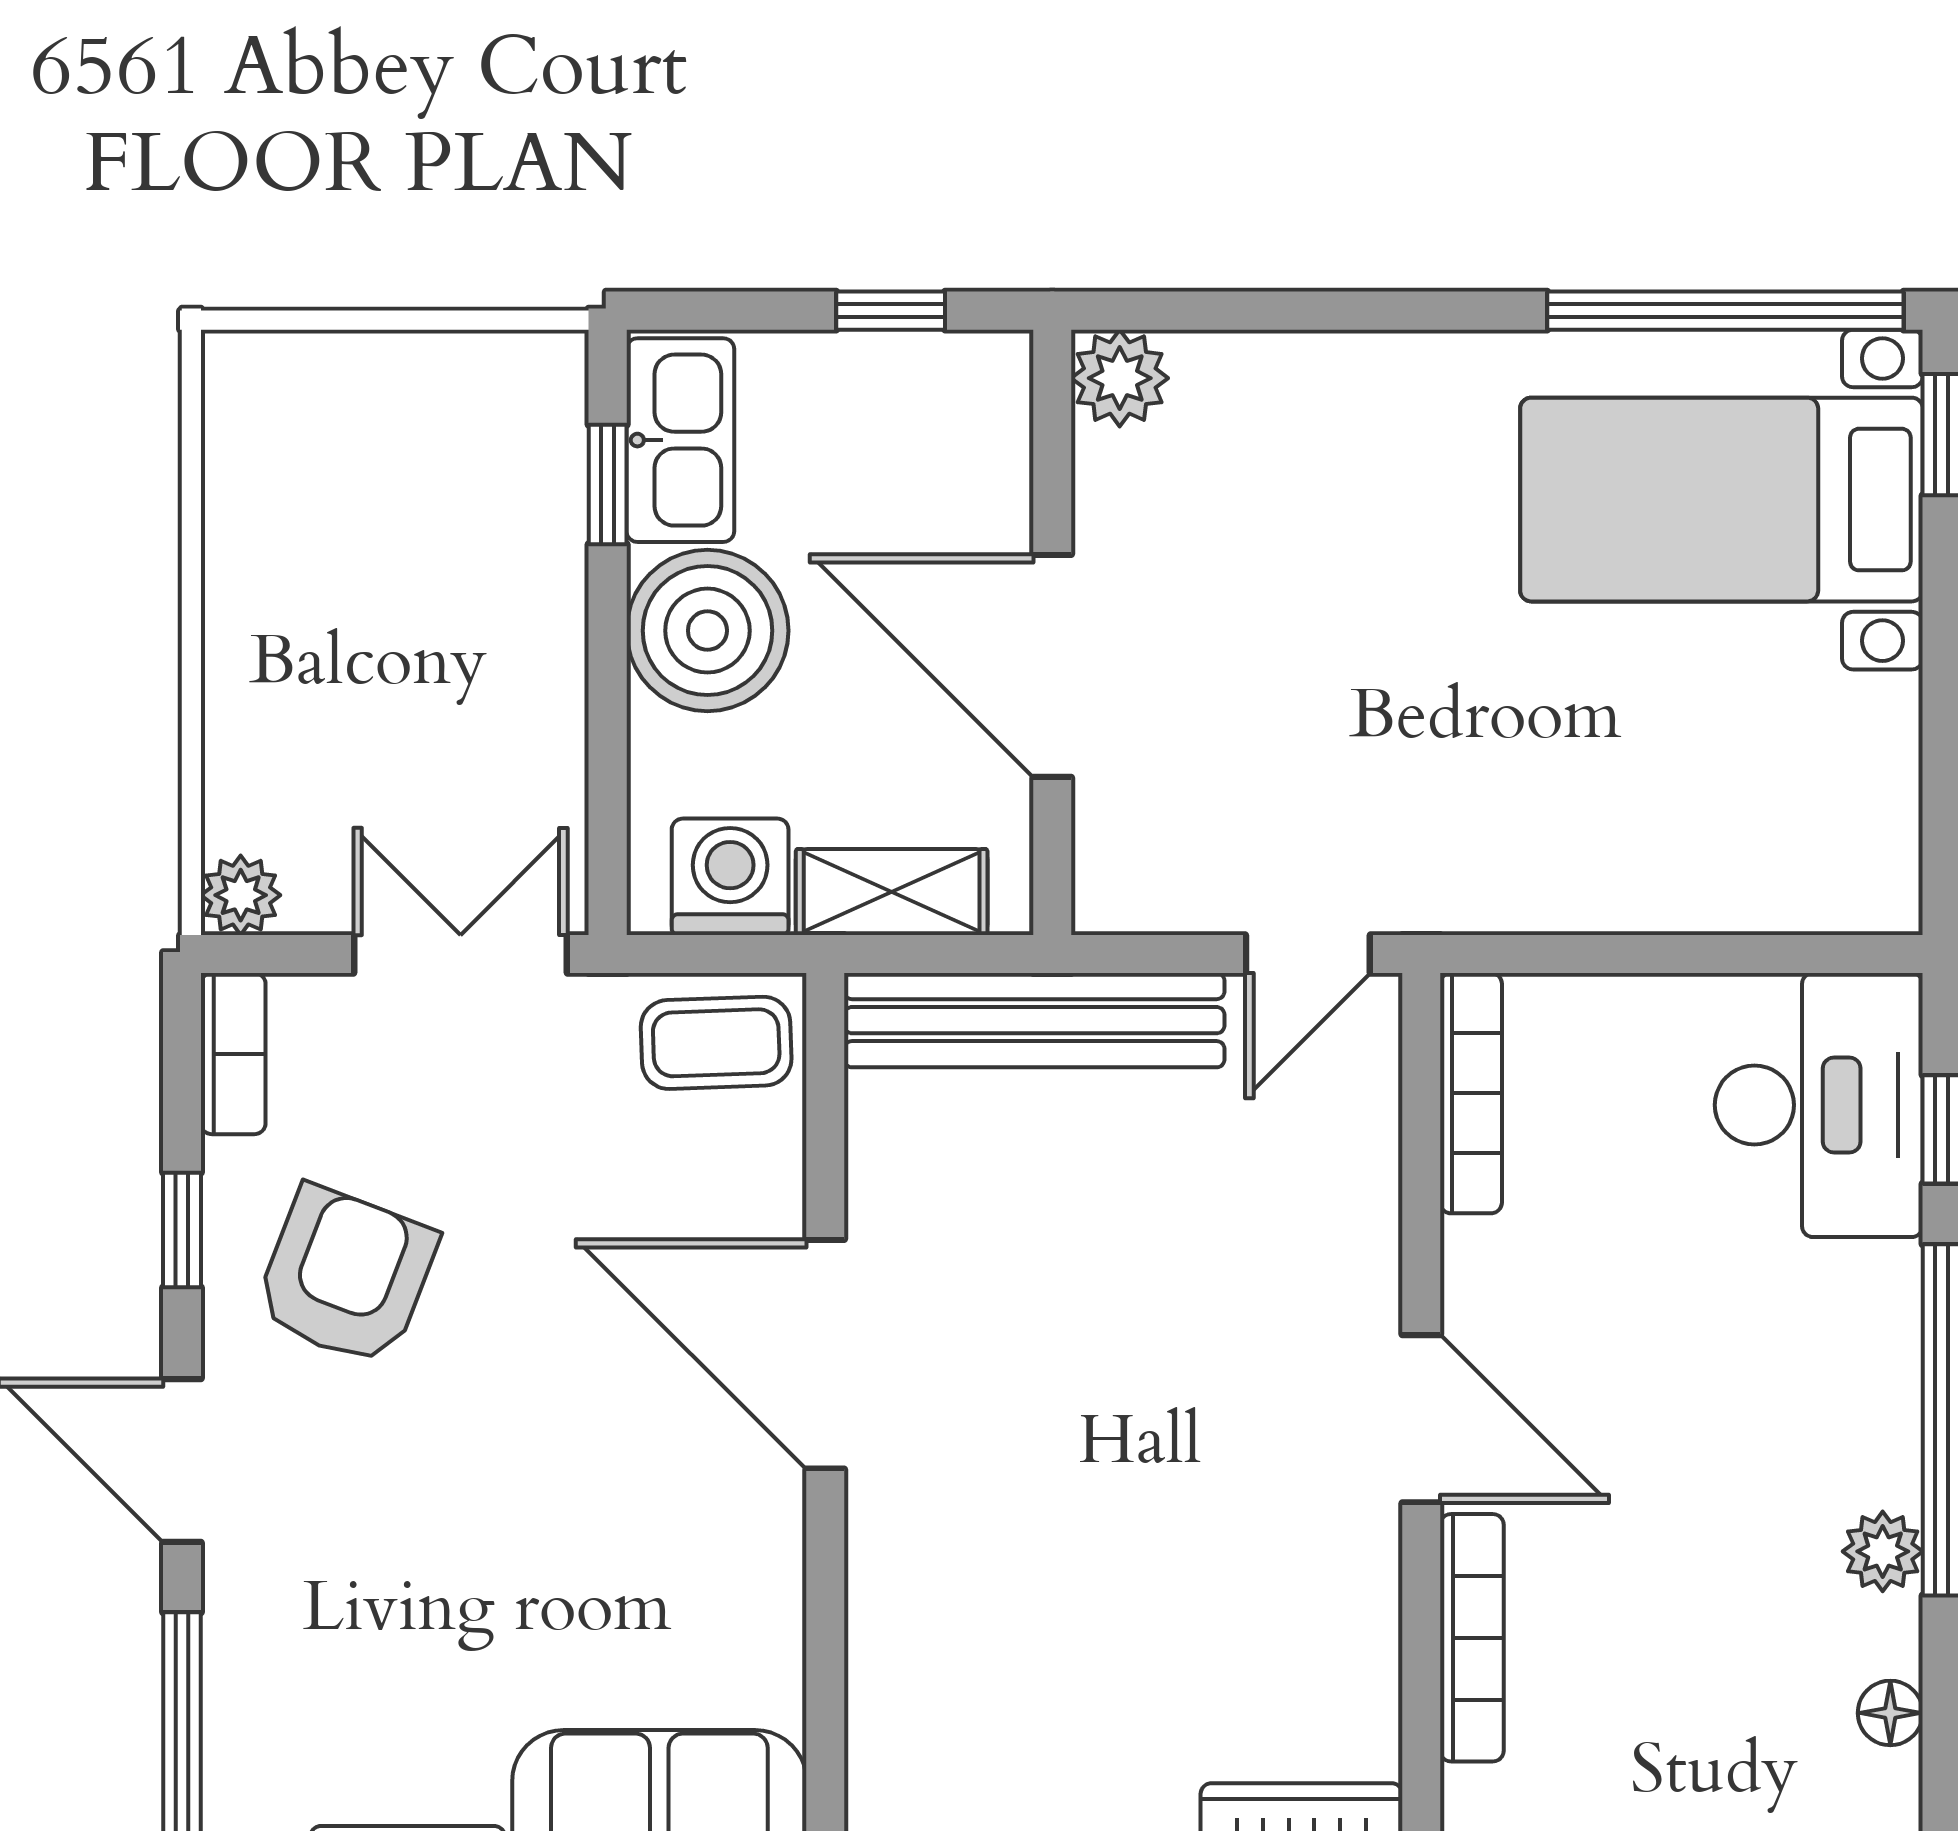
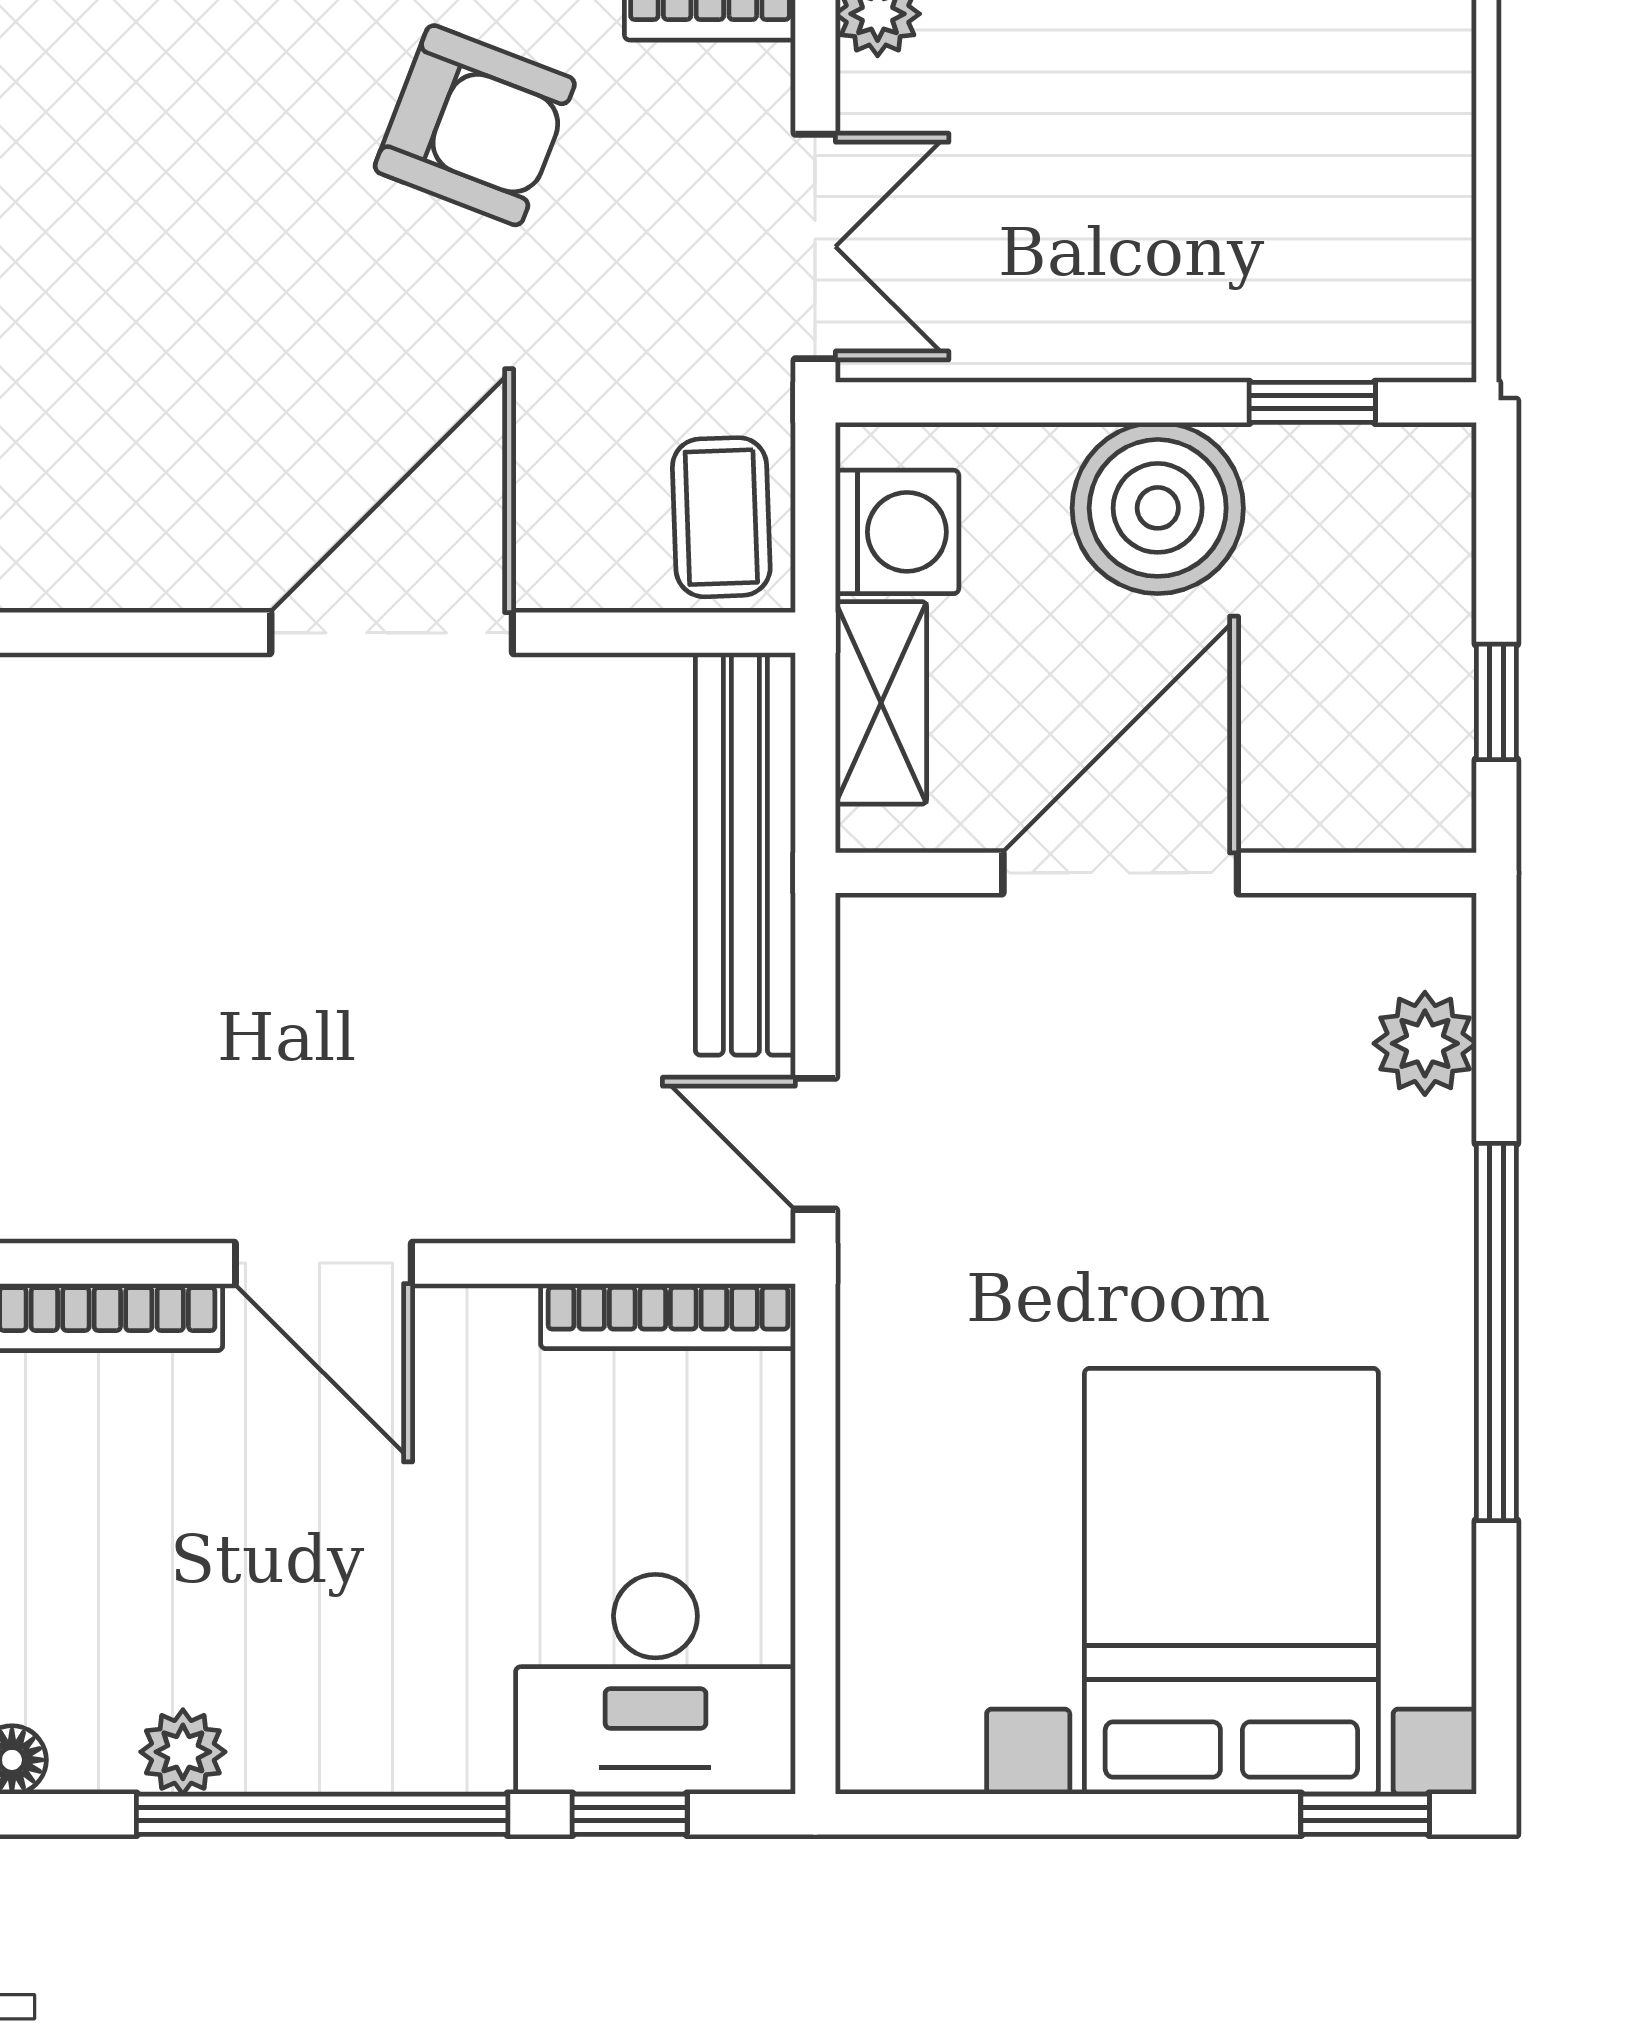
window: (1725, 311) -> (1496, 1332), moved
plant: (1120, 378) -> (1425, 1043), moved
kitchen sink: (680, 440) -> (1359, 479), removed
bed with nightstands: (1721, 500) -> (1231, 1581), width x1.36
door: (1421, 1419) -> (323, 1263), hinge flipped

